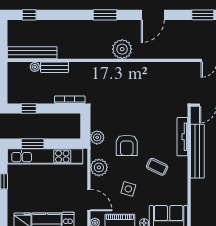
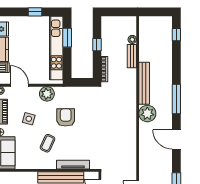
window: (105, 15) -> (176, 99), width x1.44
bench: (32, 53) -> (144, 83), moved
window: (29, 109) -> (97, 45), moved
plant: (97, 137) -> (72, 92), removed
armchair: (127, 145) -> (66, 117), turned 90
door: (89, 200) -> (19, 85), swing flipped

